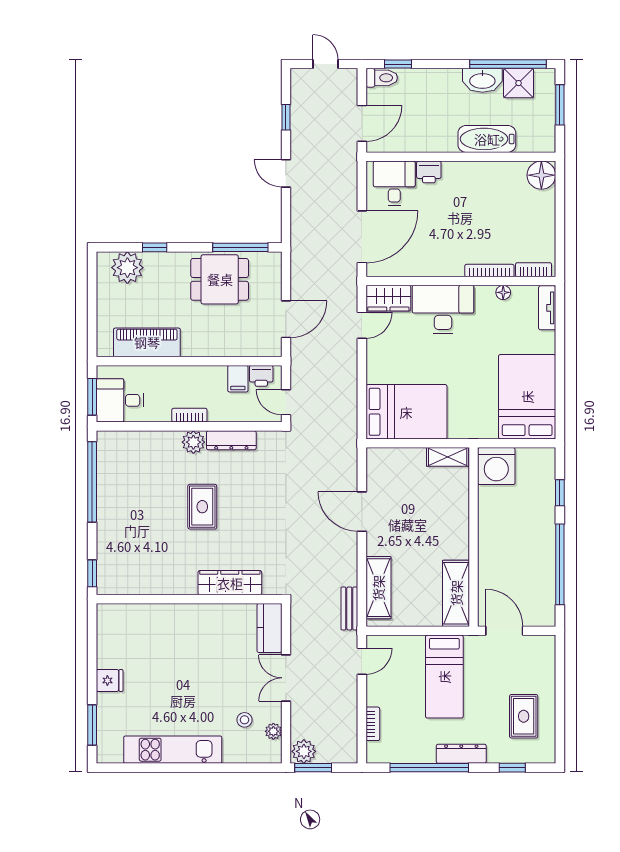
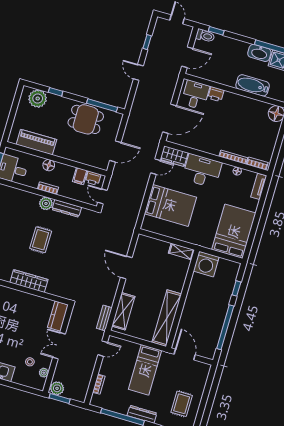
floor lamp: (179, 376) -> (49, 165), added
bed: (406, 412) -> (170, 205), moved
wardrobe: (230, 583) -> (29, 281), moved
shelving: (456, 593) -> (167, 318), width x1.47

